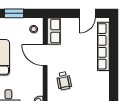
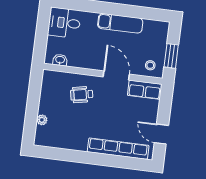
window: (14, 13) -> (171, 56), moved
door: (45, 55) -> (116, 75), hinge flipped

